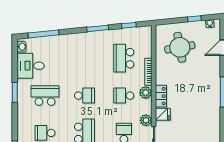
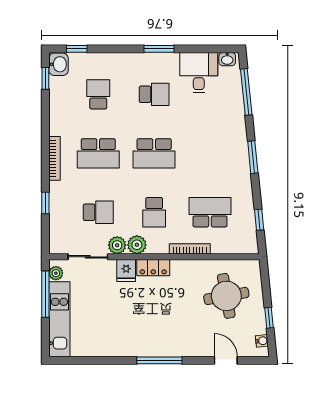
window: (98, 28) -> (253, 157), moved
plant: (146, 93) -> (137, 245), moved
school desk: (45, 96) -> (154, 94), width x0.54
school desk: (84, 96) -> (154, 153), width x1.85
school desk: (124, 96) -> (154, 212), turned 180

